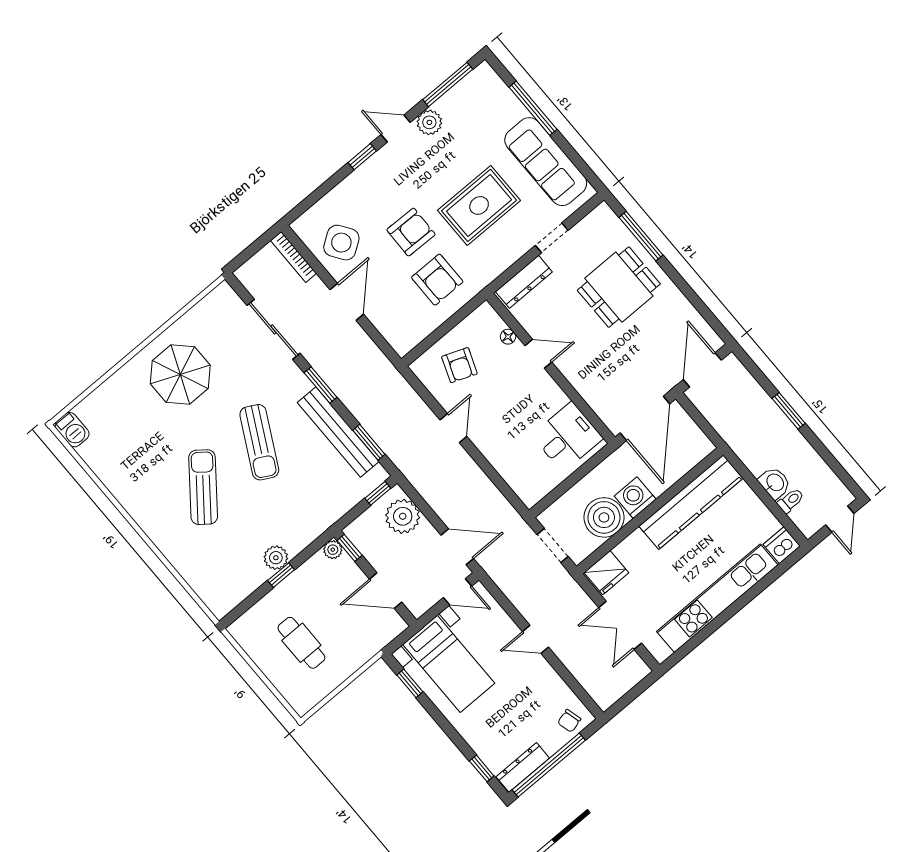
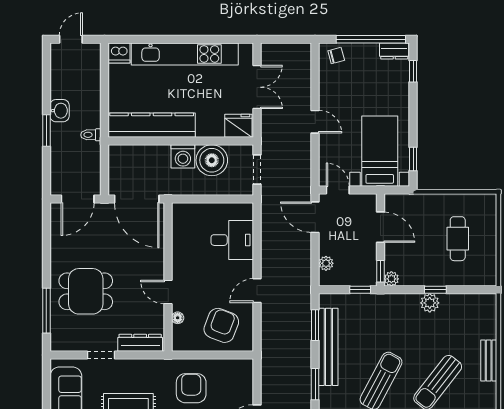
armchair: (459, 365) -> (221, 325), width x1.38, depth x1.38
door: (645, 418) -> (137, 199), swing flipped
desk: (567, 437) -> (232, 240), moved, turned 180
washbasin: (775, 483) -> (60, 111), moved, turned 180
window: (378, 493) -> (360, 290), moved
toilet: (791, 501) -> (91, 135), moved
plant: (403, 516) -> (326, 263), width x0.53, depth x0.53
bench: (172, 550) -> (489, 361), added
dresser: (523, 767) -> (394, 51), width x0.70

